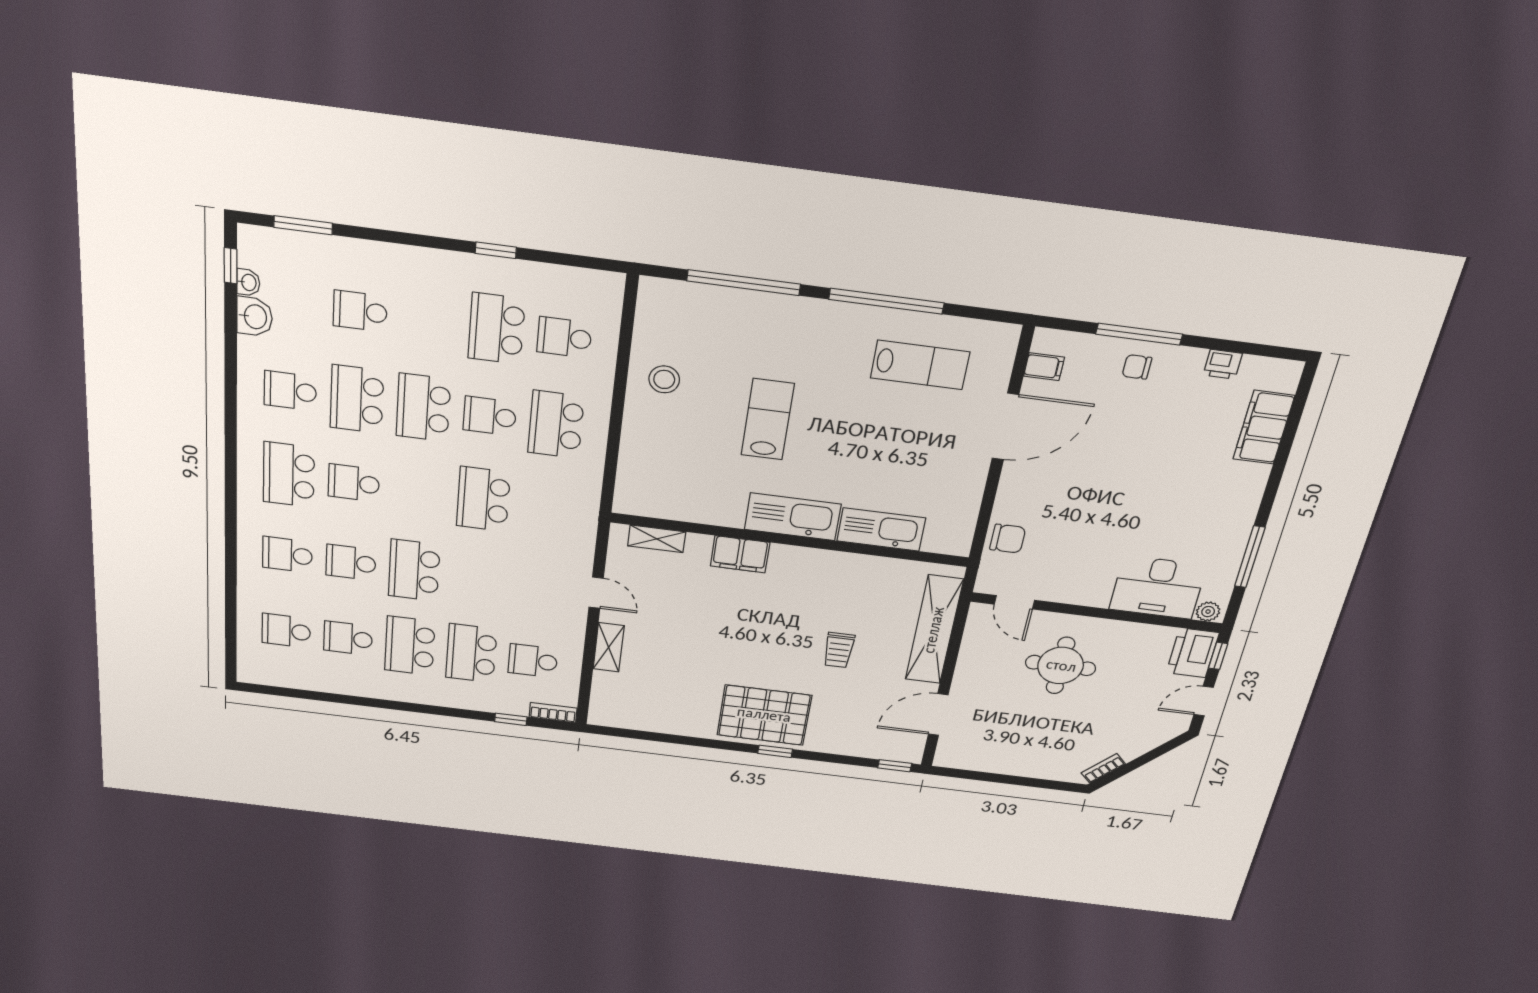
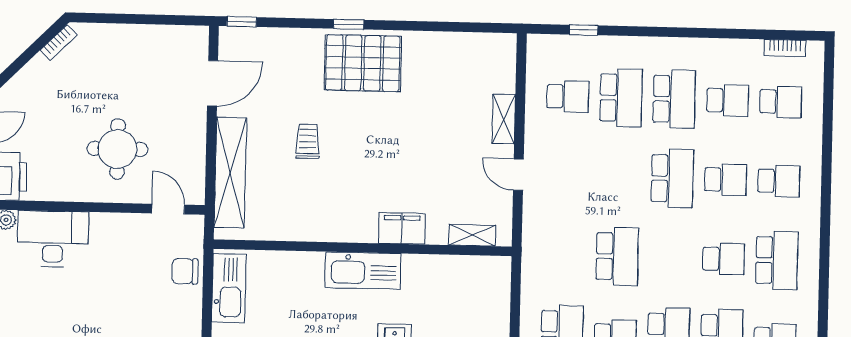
kitchen sink: (881, 529) -> (229, 288), moved, turned -90
bookcase: (553, 713) -> (785, 48), moved

